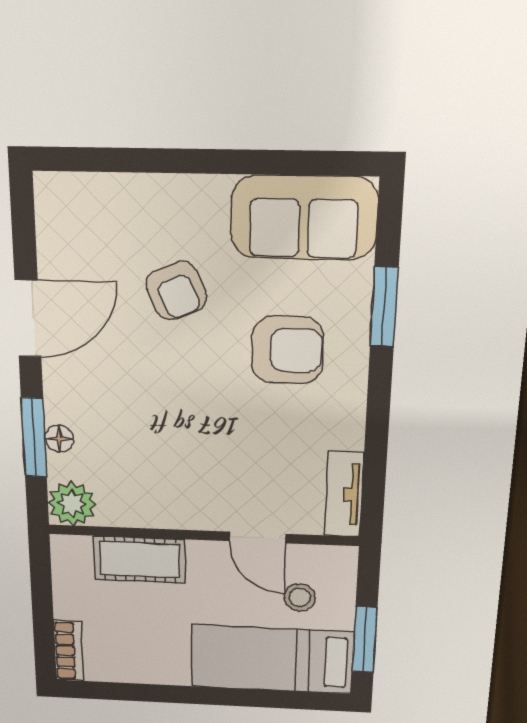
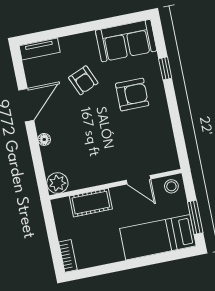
window: (384, 307) -> (165, 68), width x0.67
window: (34, 437) -> (37, 156), removed
floor lamp: (59, 439) -> (44, 139), moved
tv unit: (344, 494) -> (40, 49), moved, turned -90
stool: (300, 597) -> (171, 186), moved

